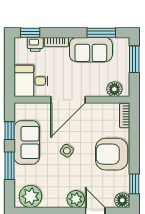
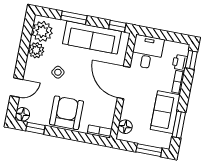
window: (10, 131) -> (117, 26), moved
sofa: (27, 142) -> (92, 38), width x1.36
side table: (67, 151) -> (58, 72), moved
plant: (76, 199) -> (36, 50), moved

